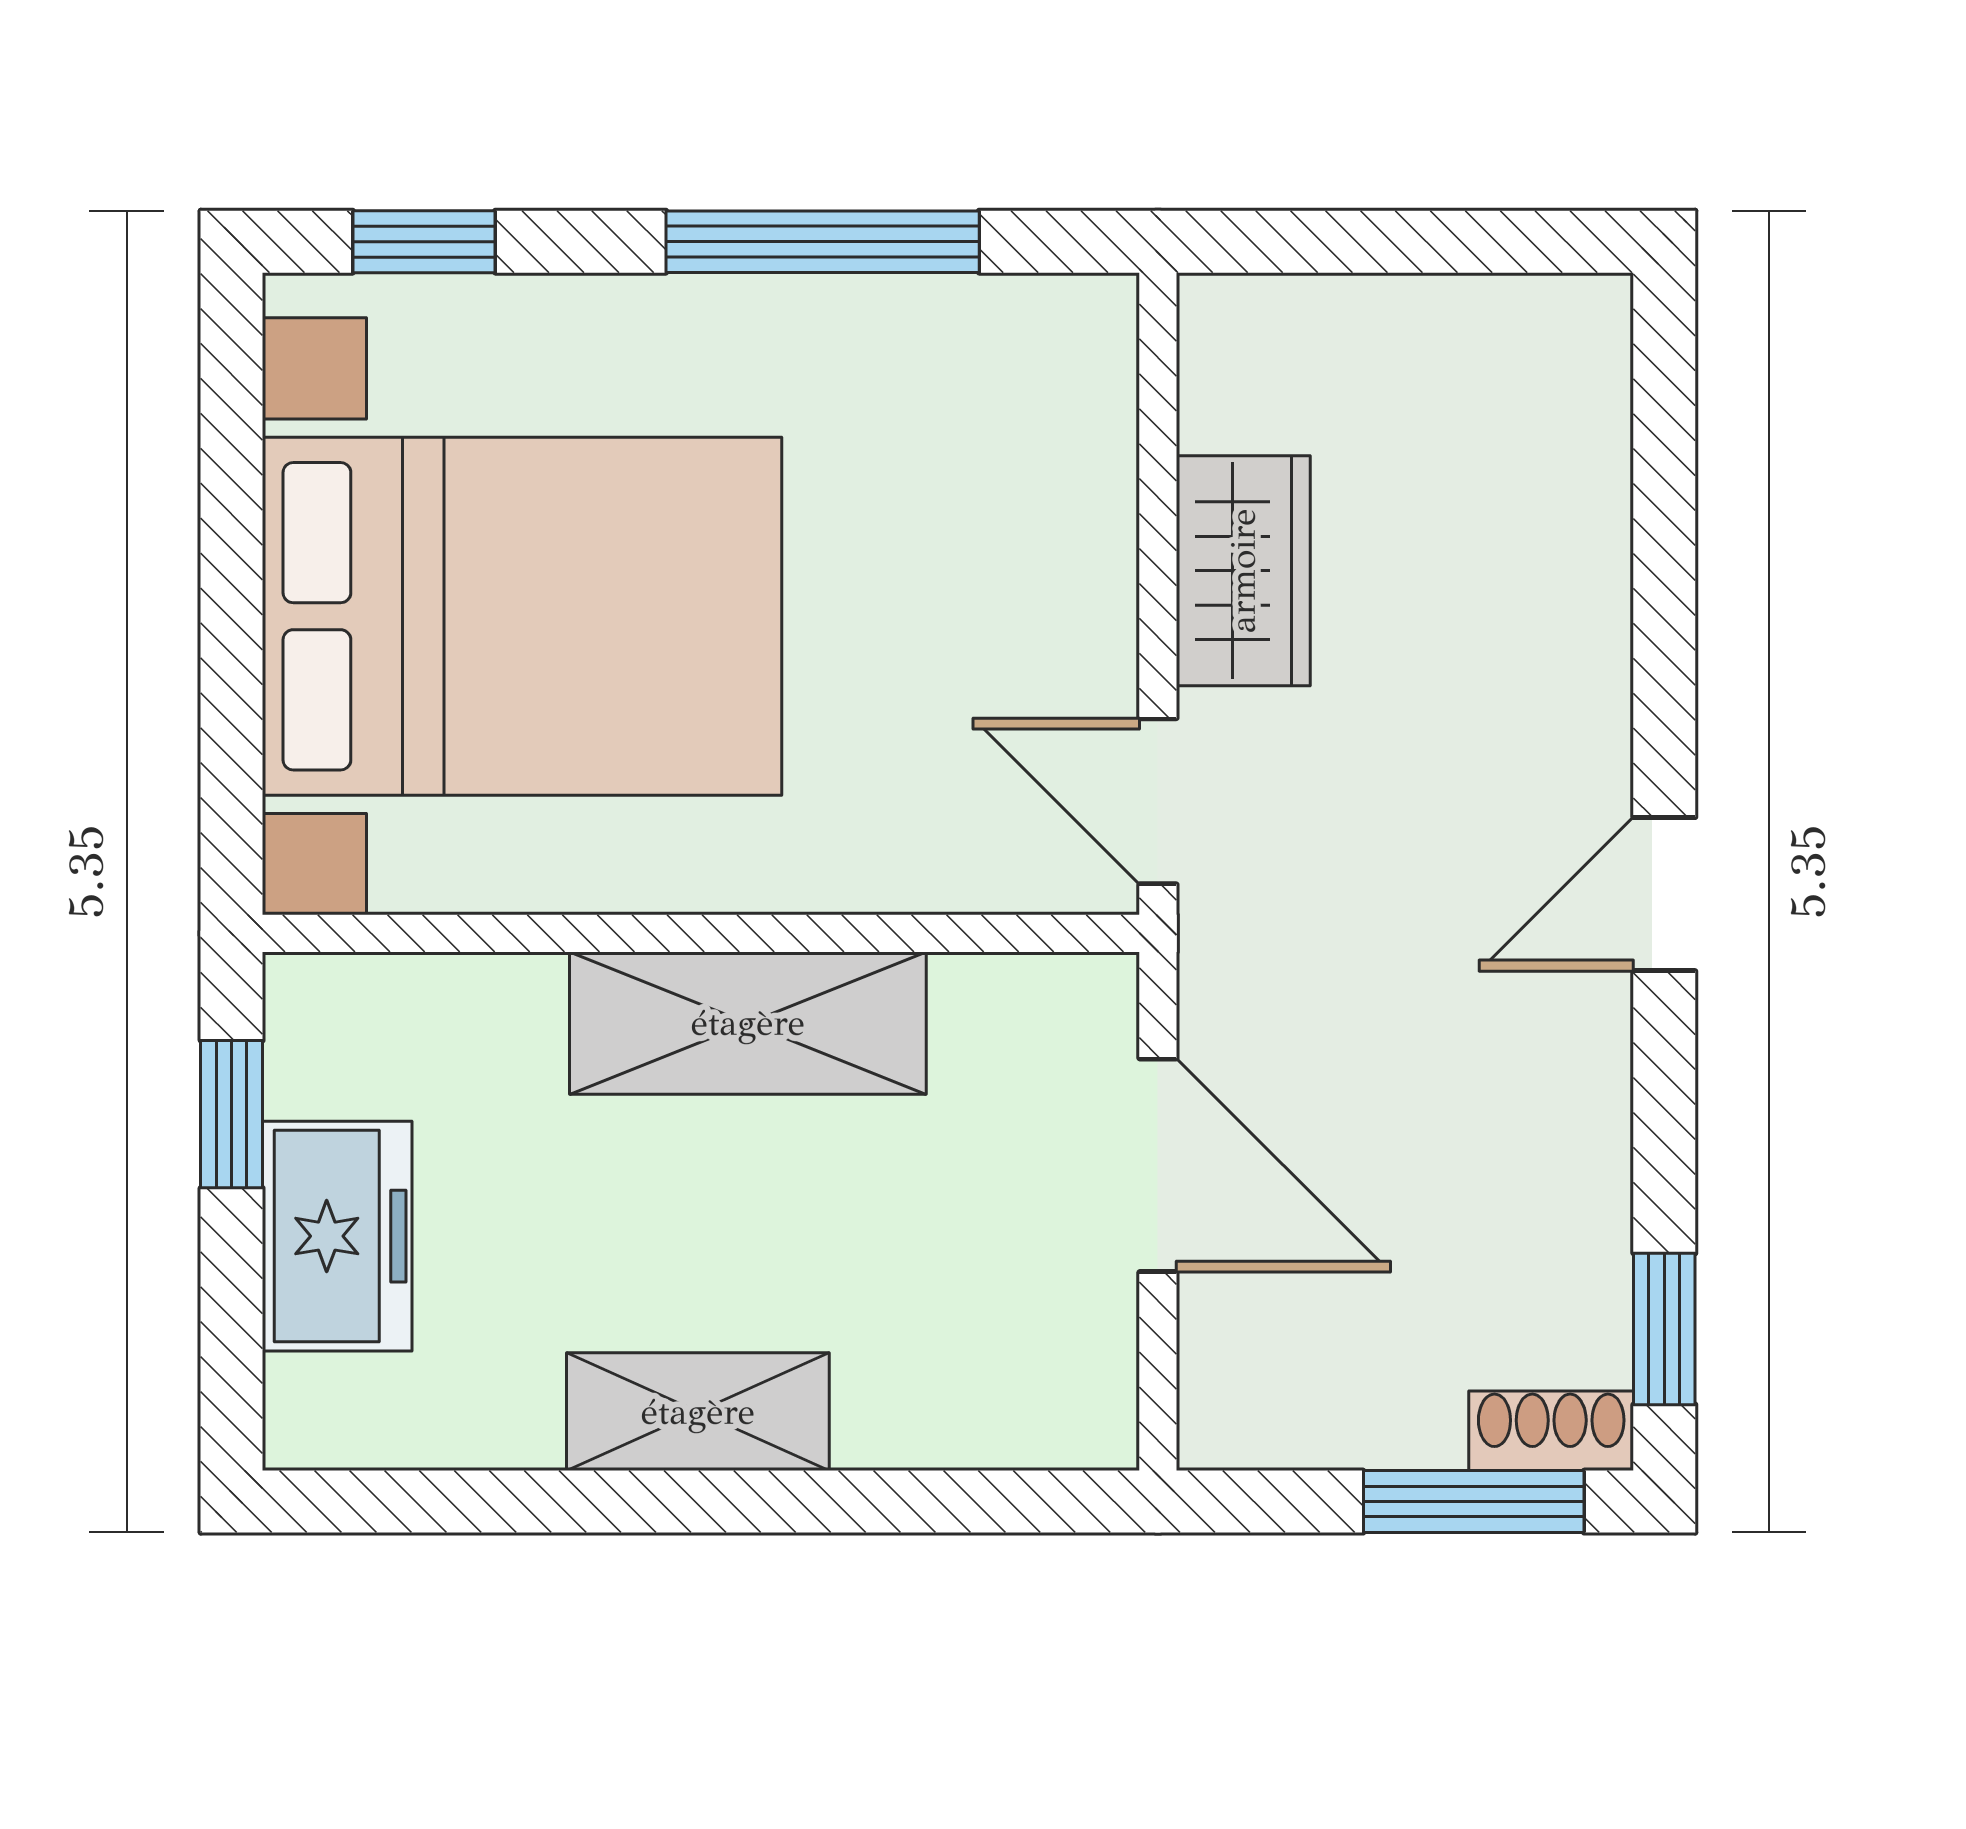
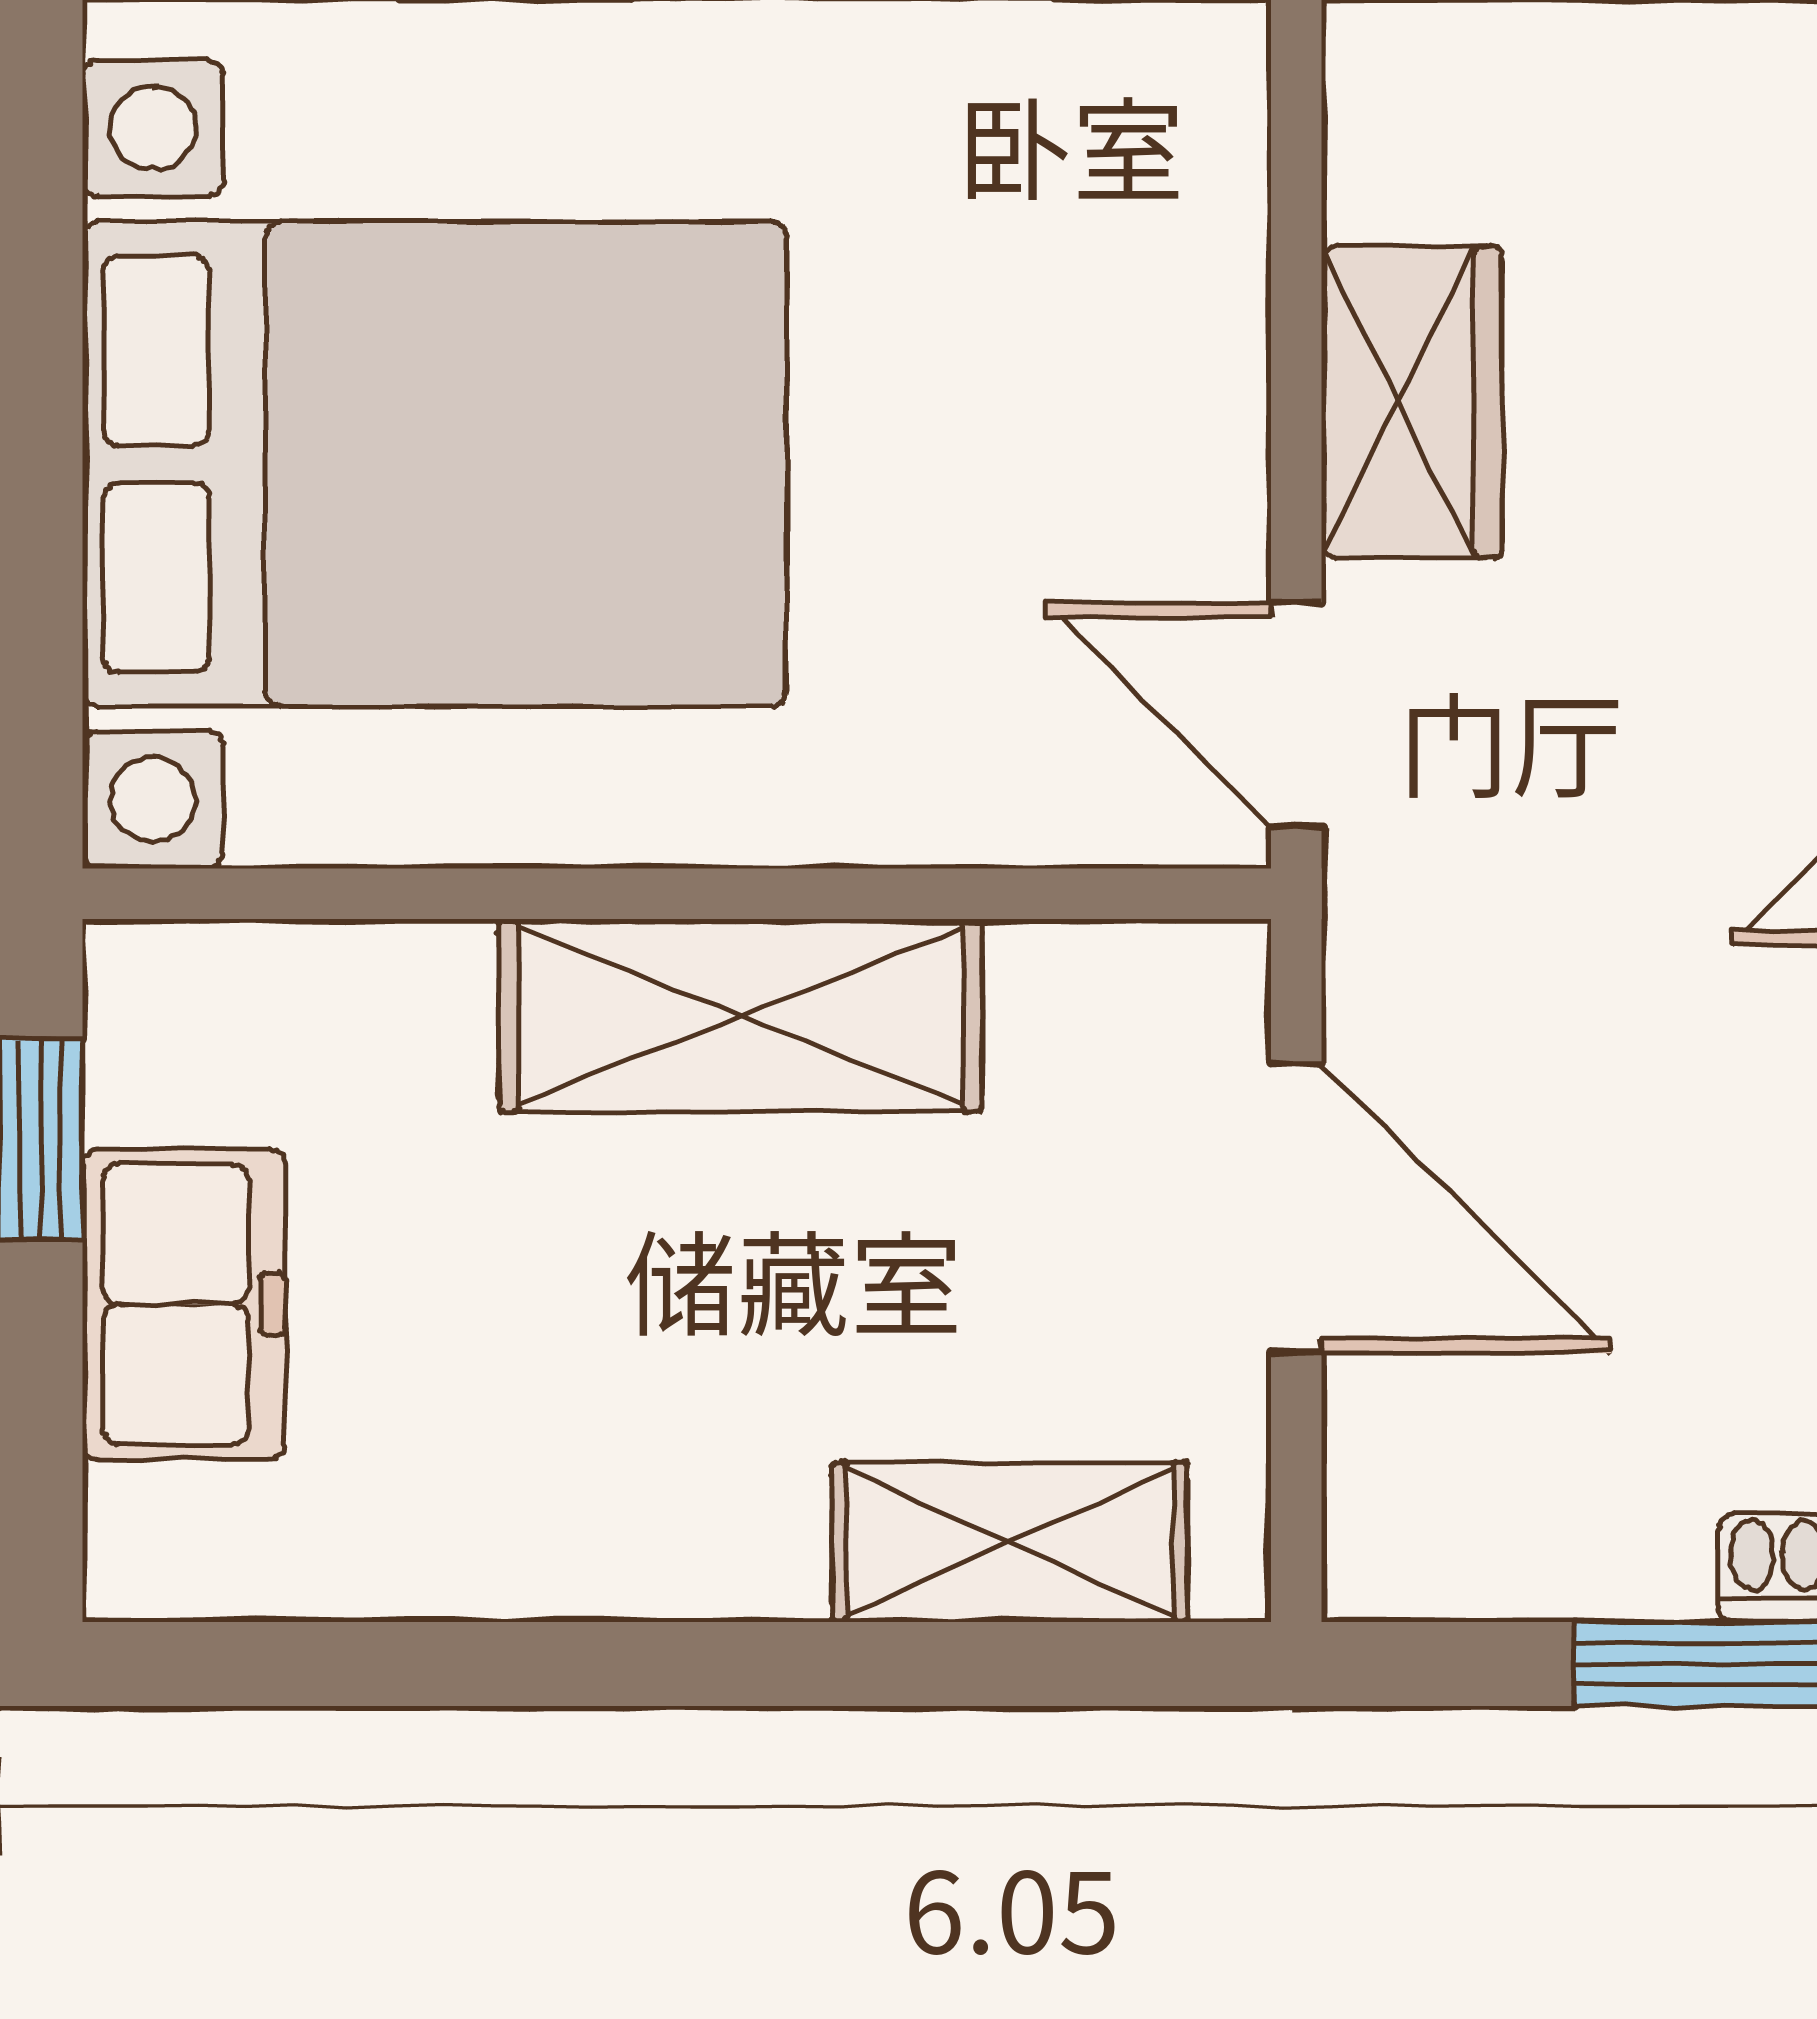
shelving: (698, 1412) -> (1010, 1542), moved

